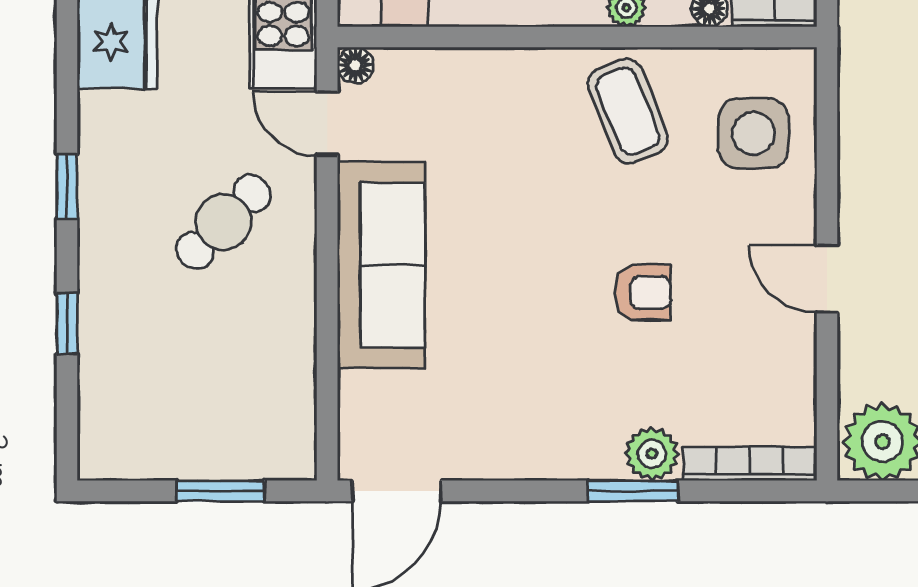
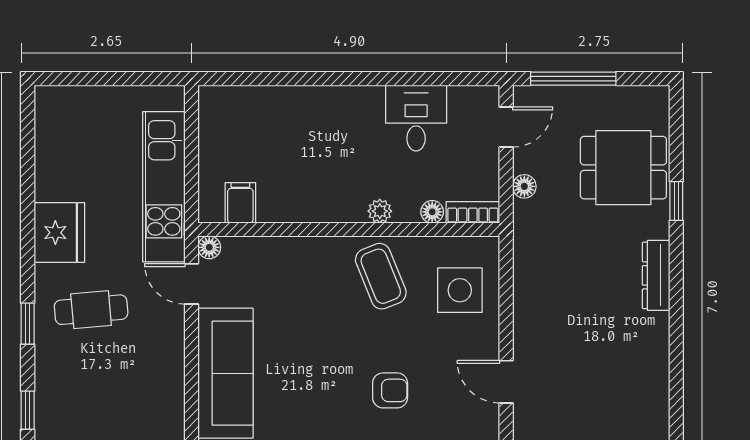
cafe table: (224, 222) -> (91, 310), moved, turned 40

